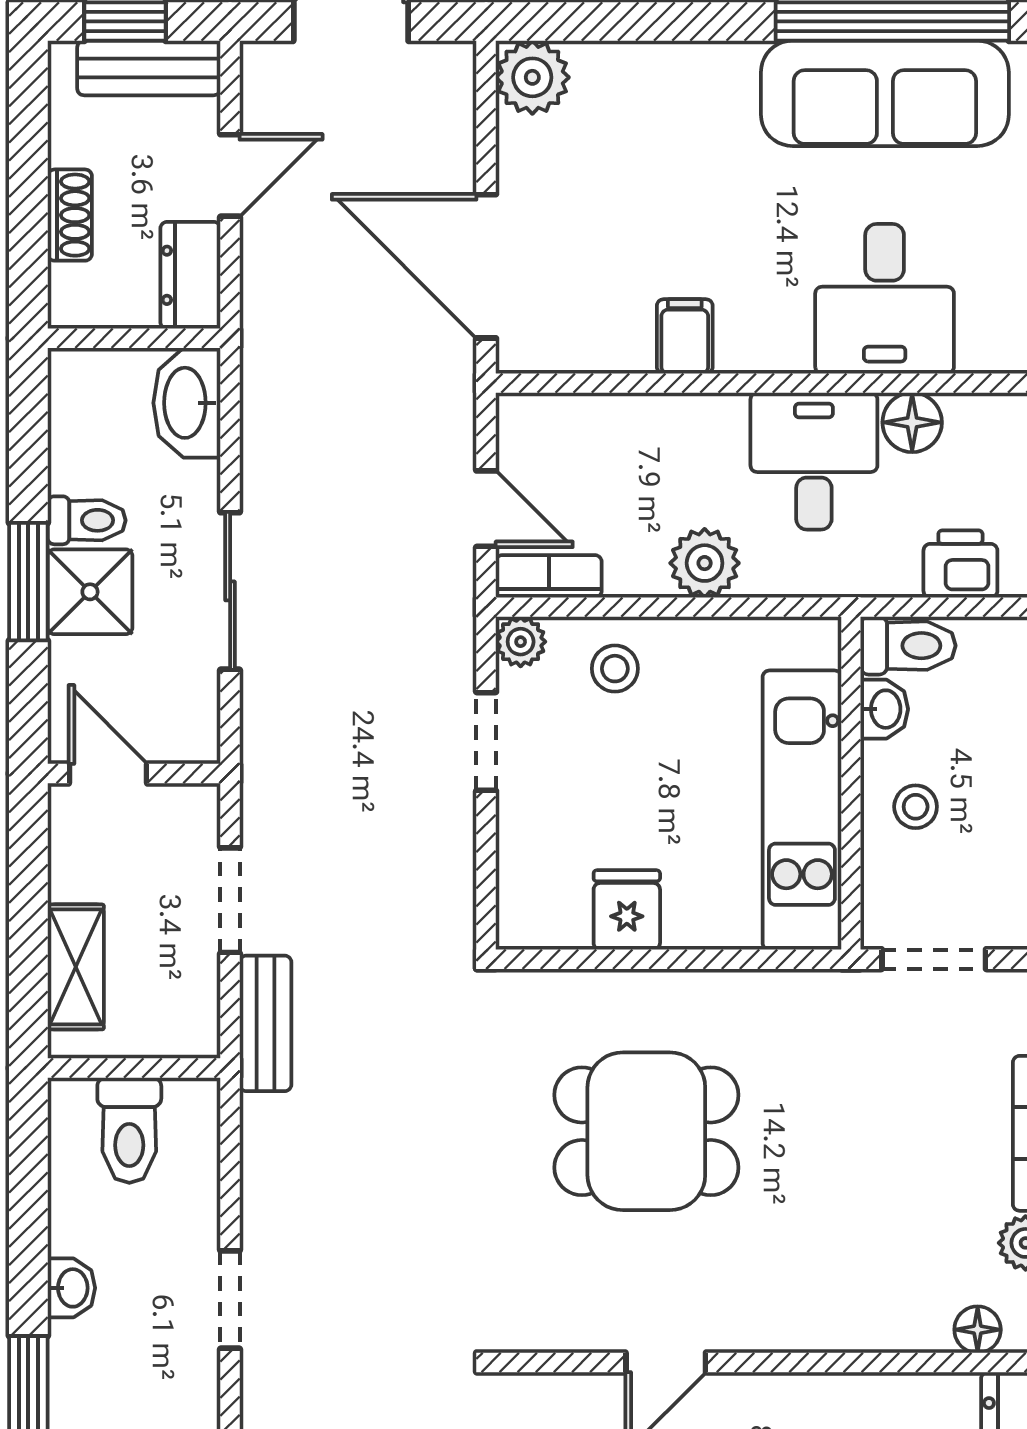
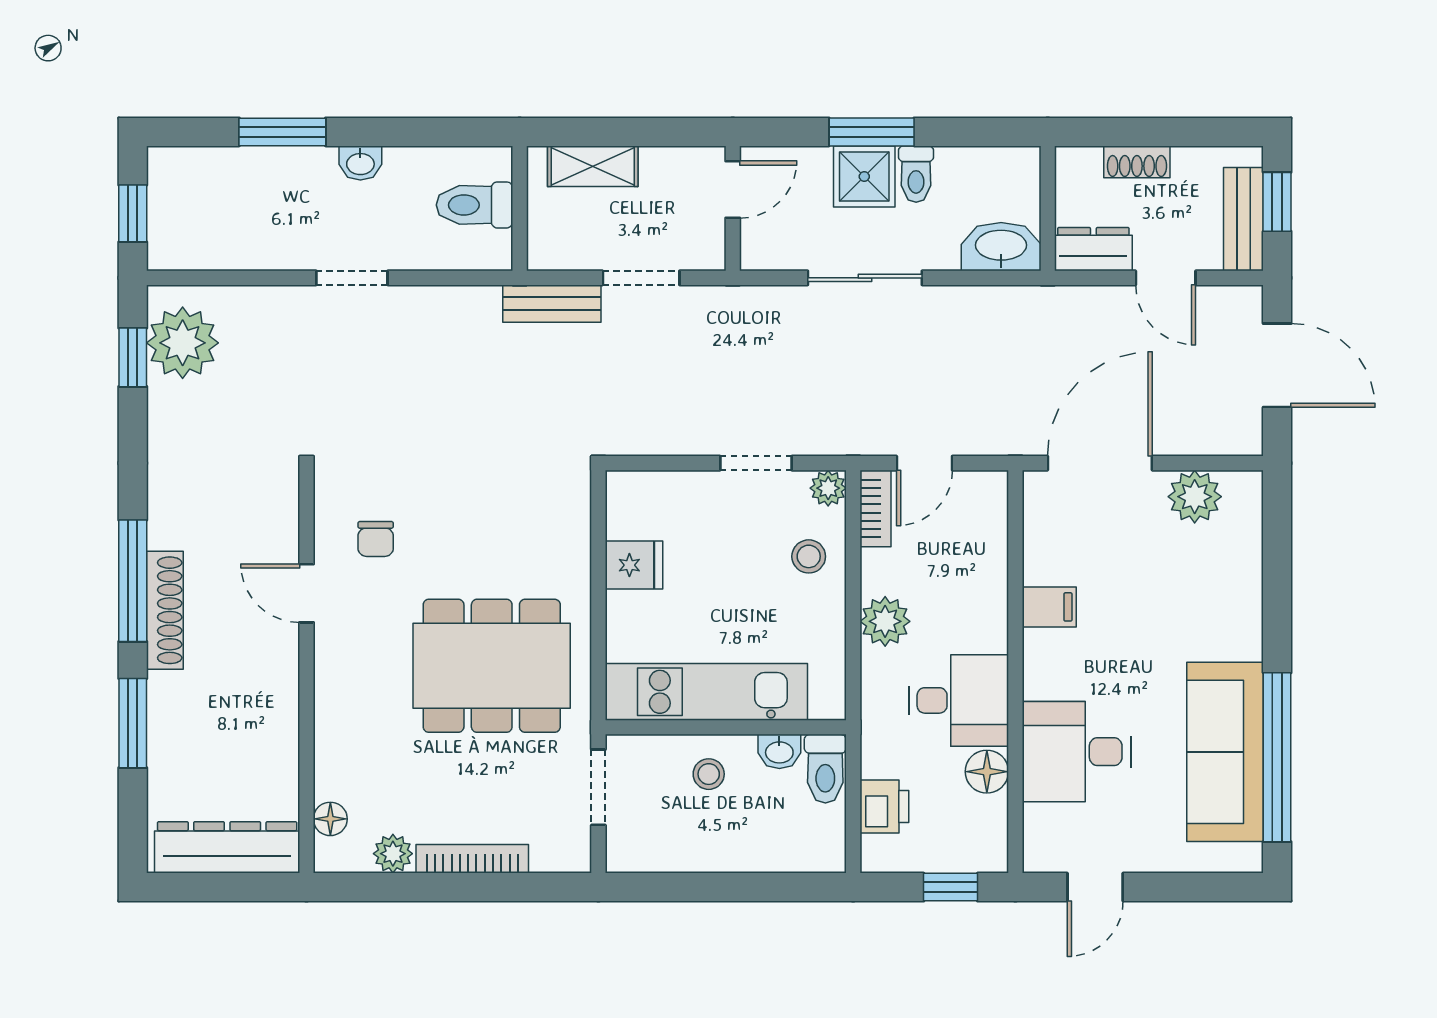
plant: (532, 77) -> (1195, 497), moved
dining table: (646, 1131) -> (492, 666), moved, width x1.38
chair: (591, 1267) -> (376, 539), added

